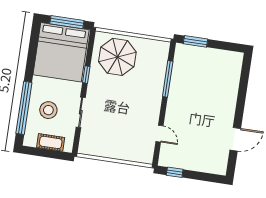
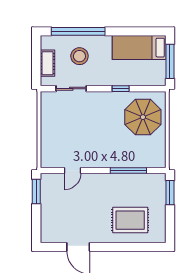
bed: (61, 52) -> (139, 48), width x0.49
rug: (217, 84) -> (130, 220), added
sliding door: (81, 112) -> (71, 89), moved
window: (175, 172) -> (36, 191), width x1.50

